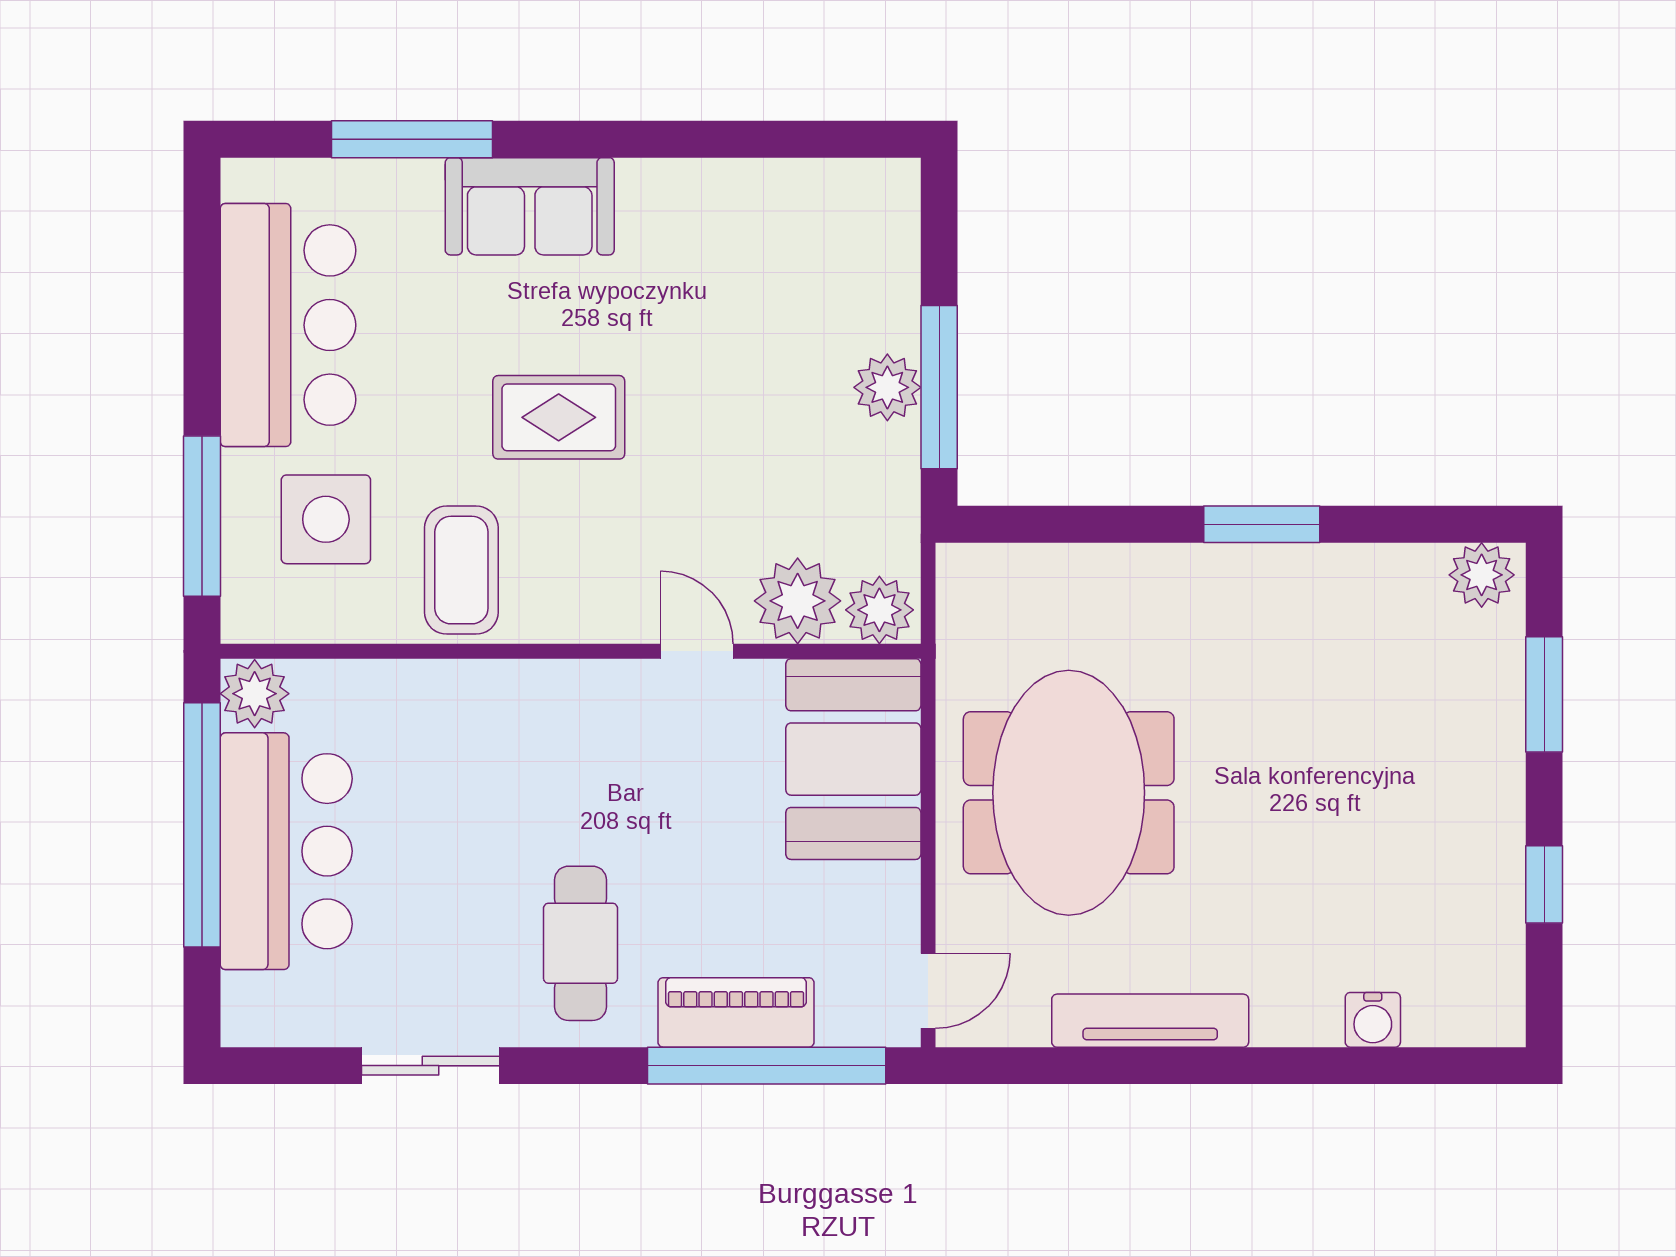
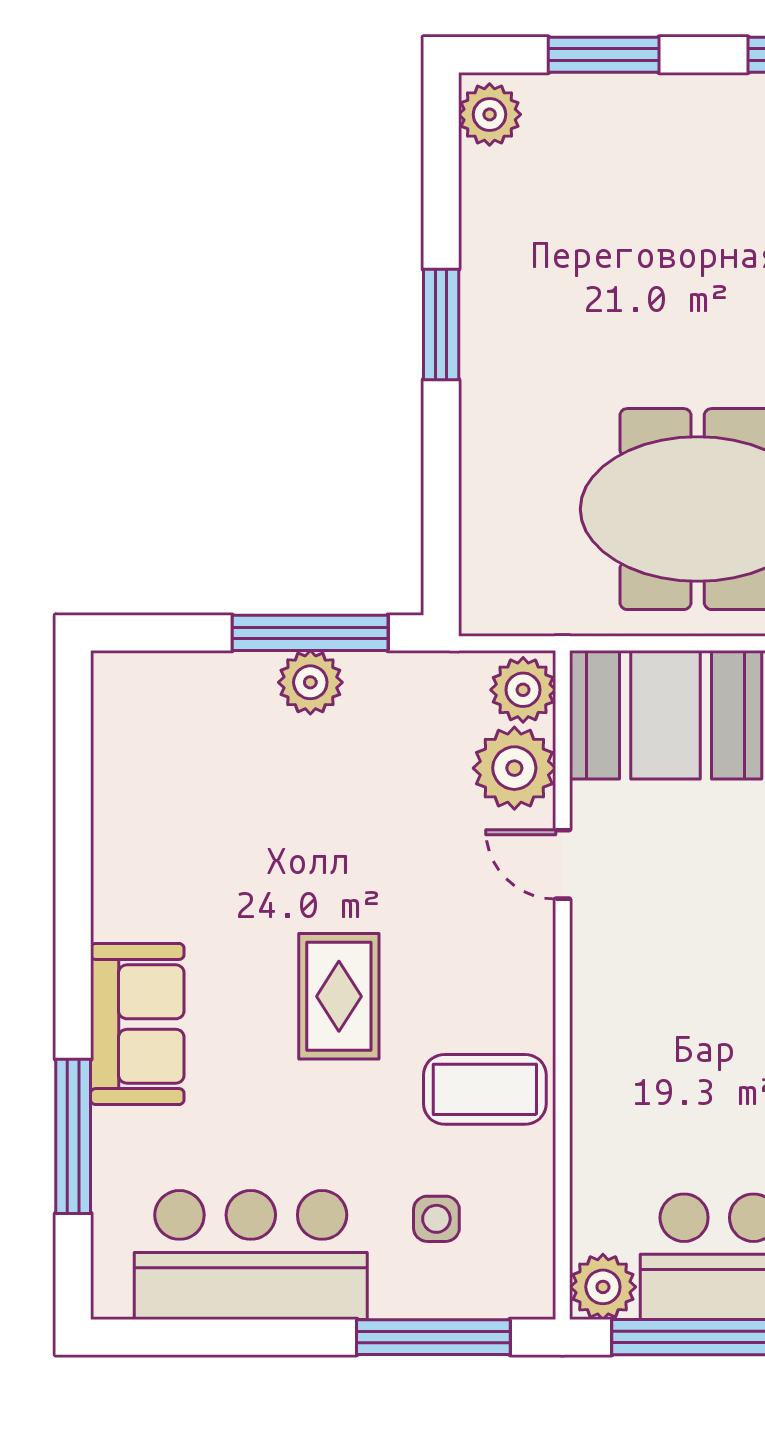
side table: (326, 519) -> (436, 1219), width x0.54, depth x0.54
door: (697, 651) -> (563, 864), hinge flipped

